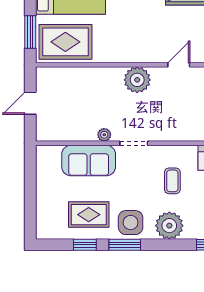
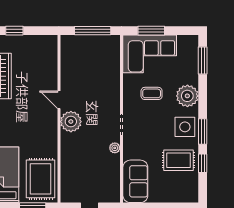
door: (179, 65) -> (59, 100), moved
sofa: (89, 161) -> (135, 181), moved
rug: (89, 215) -> (179, 160), turned 90

